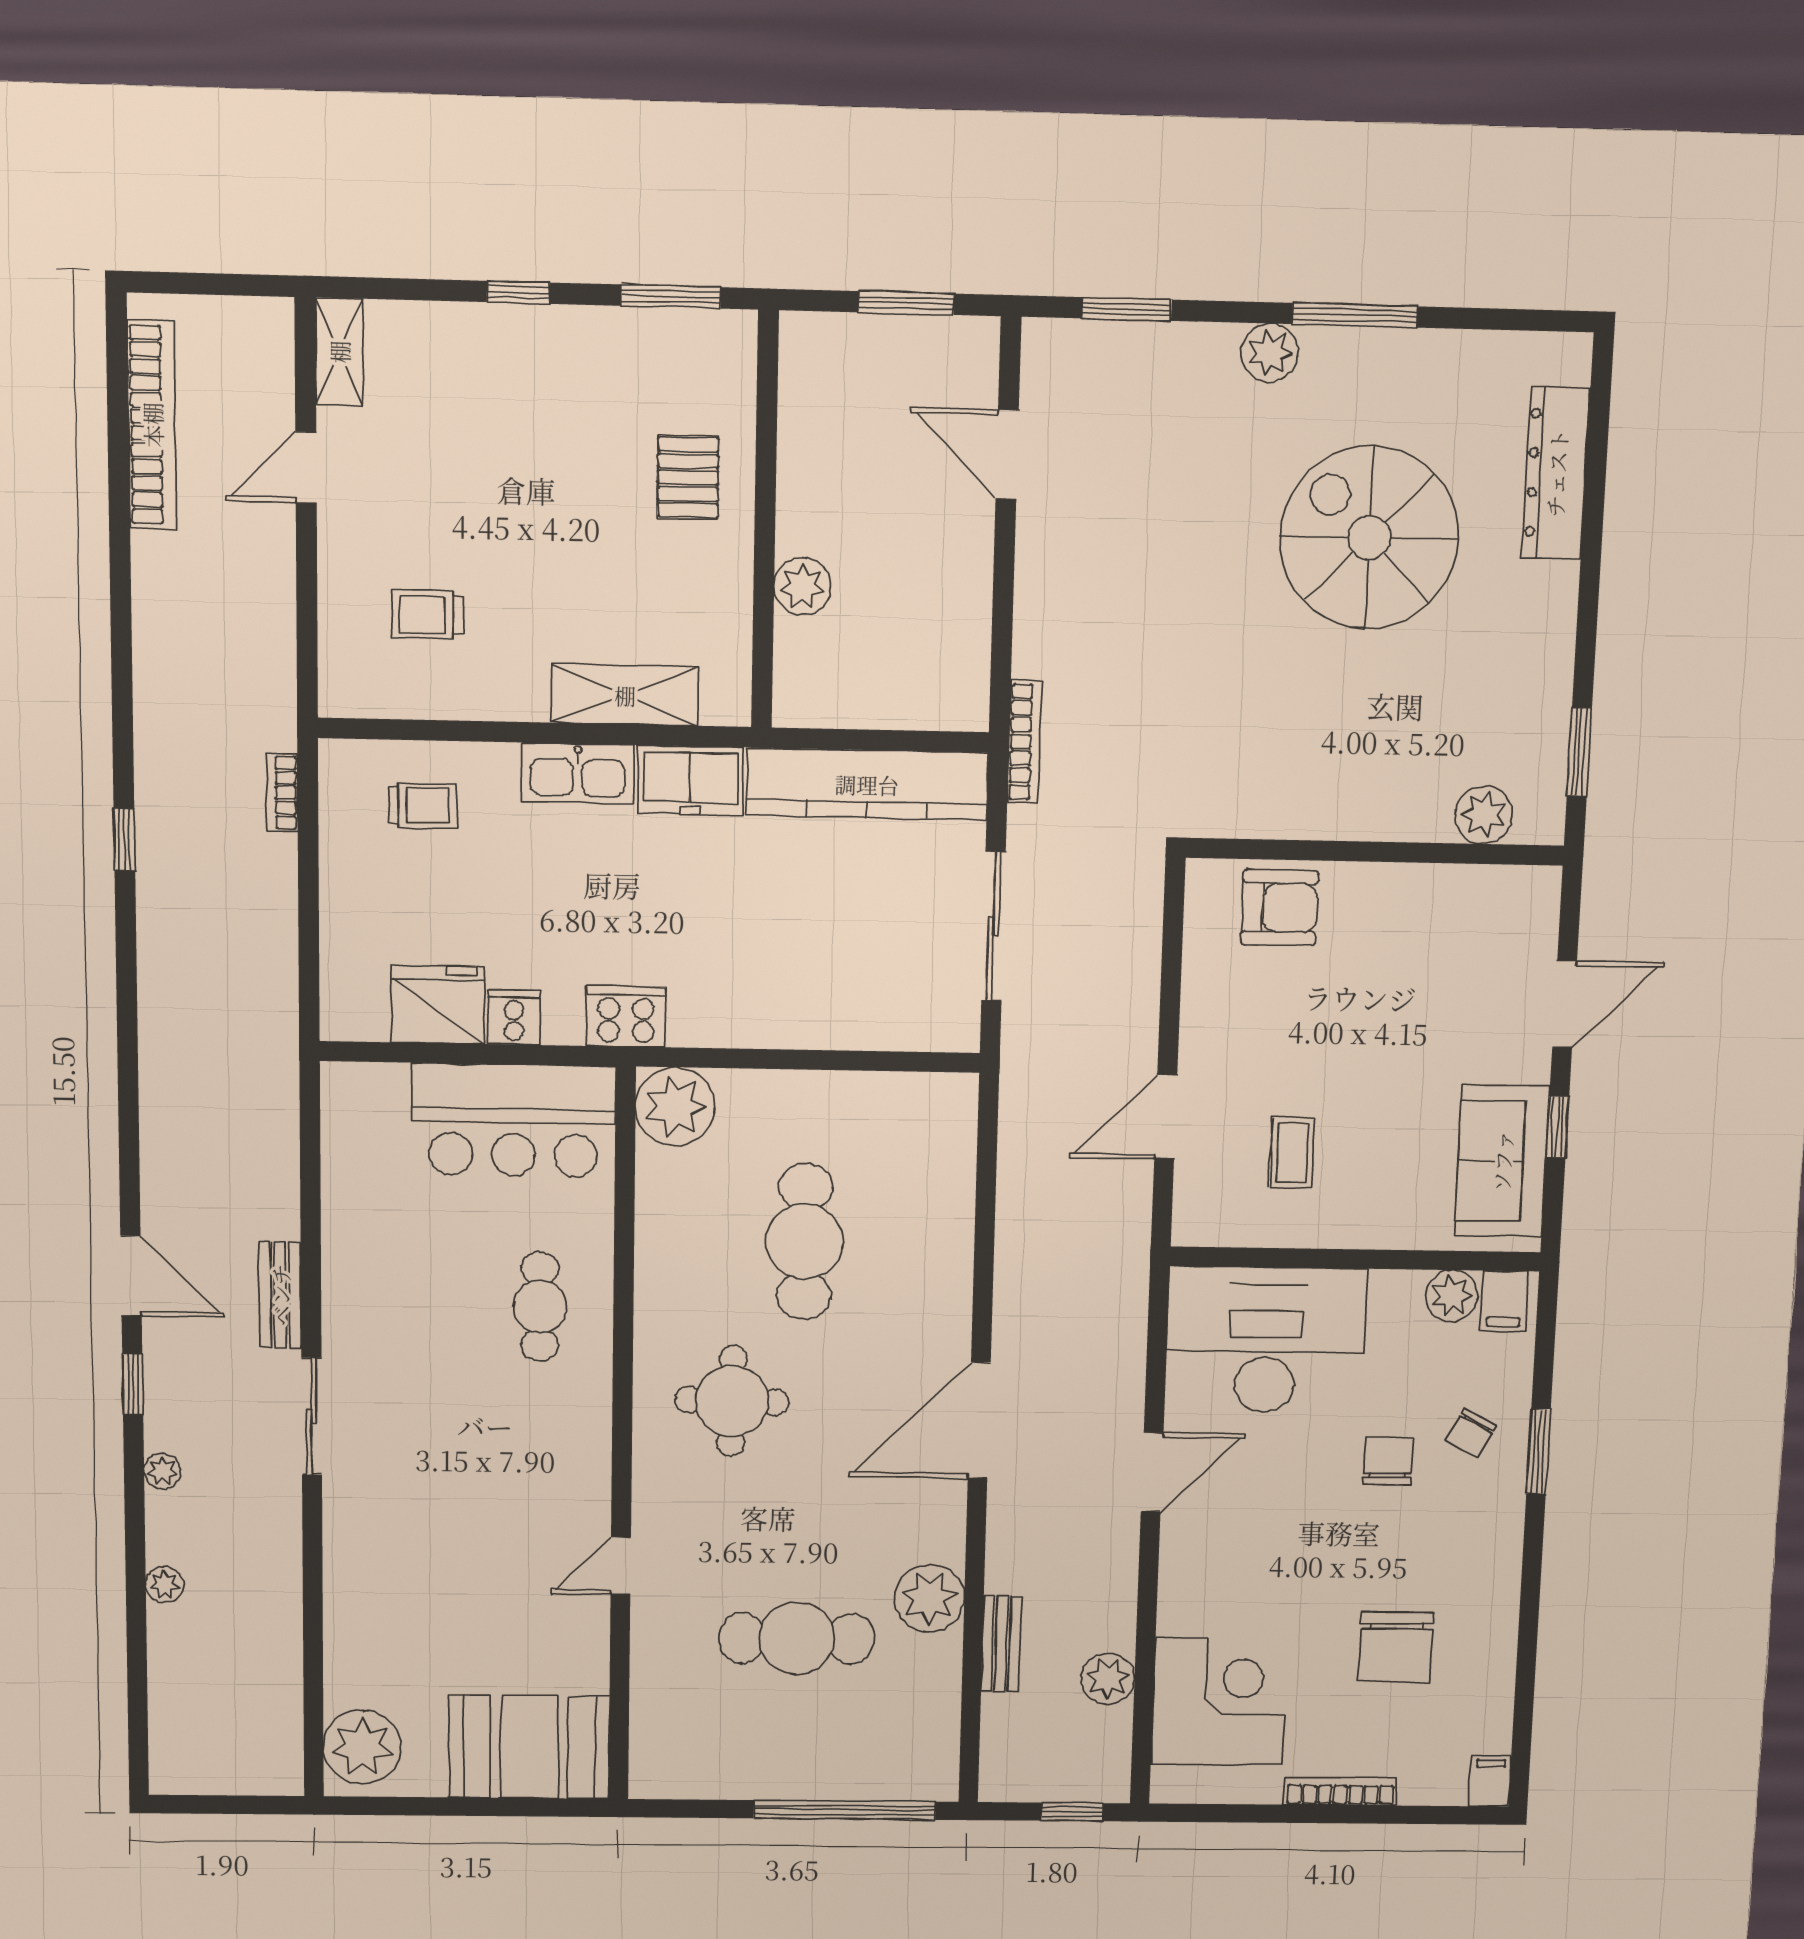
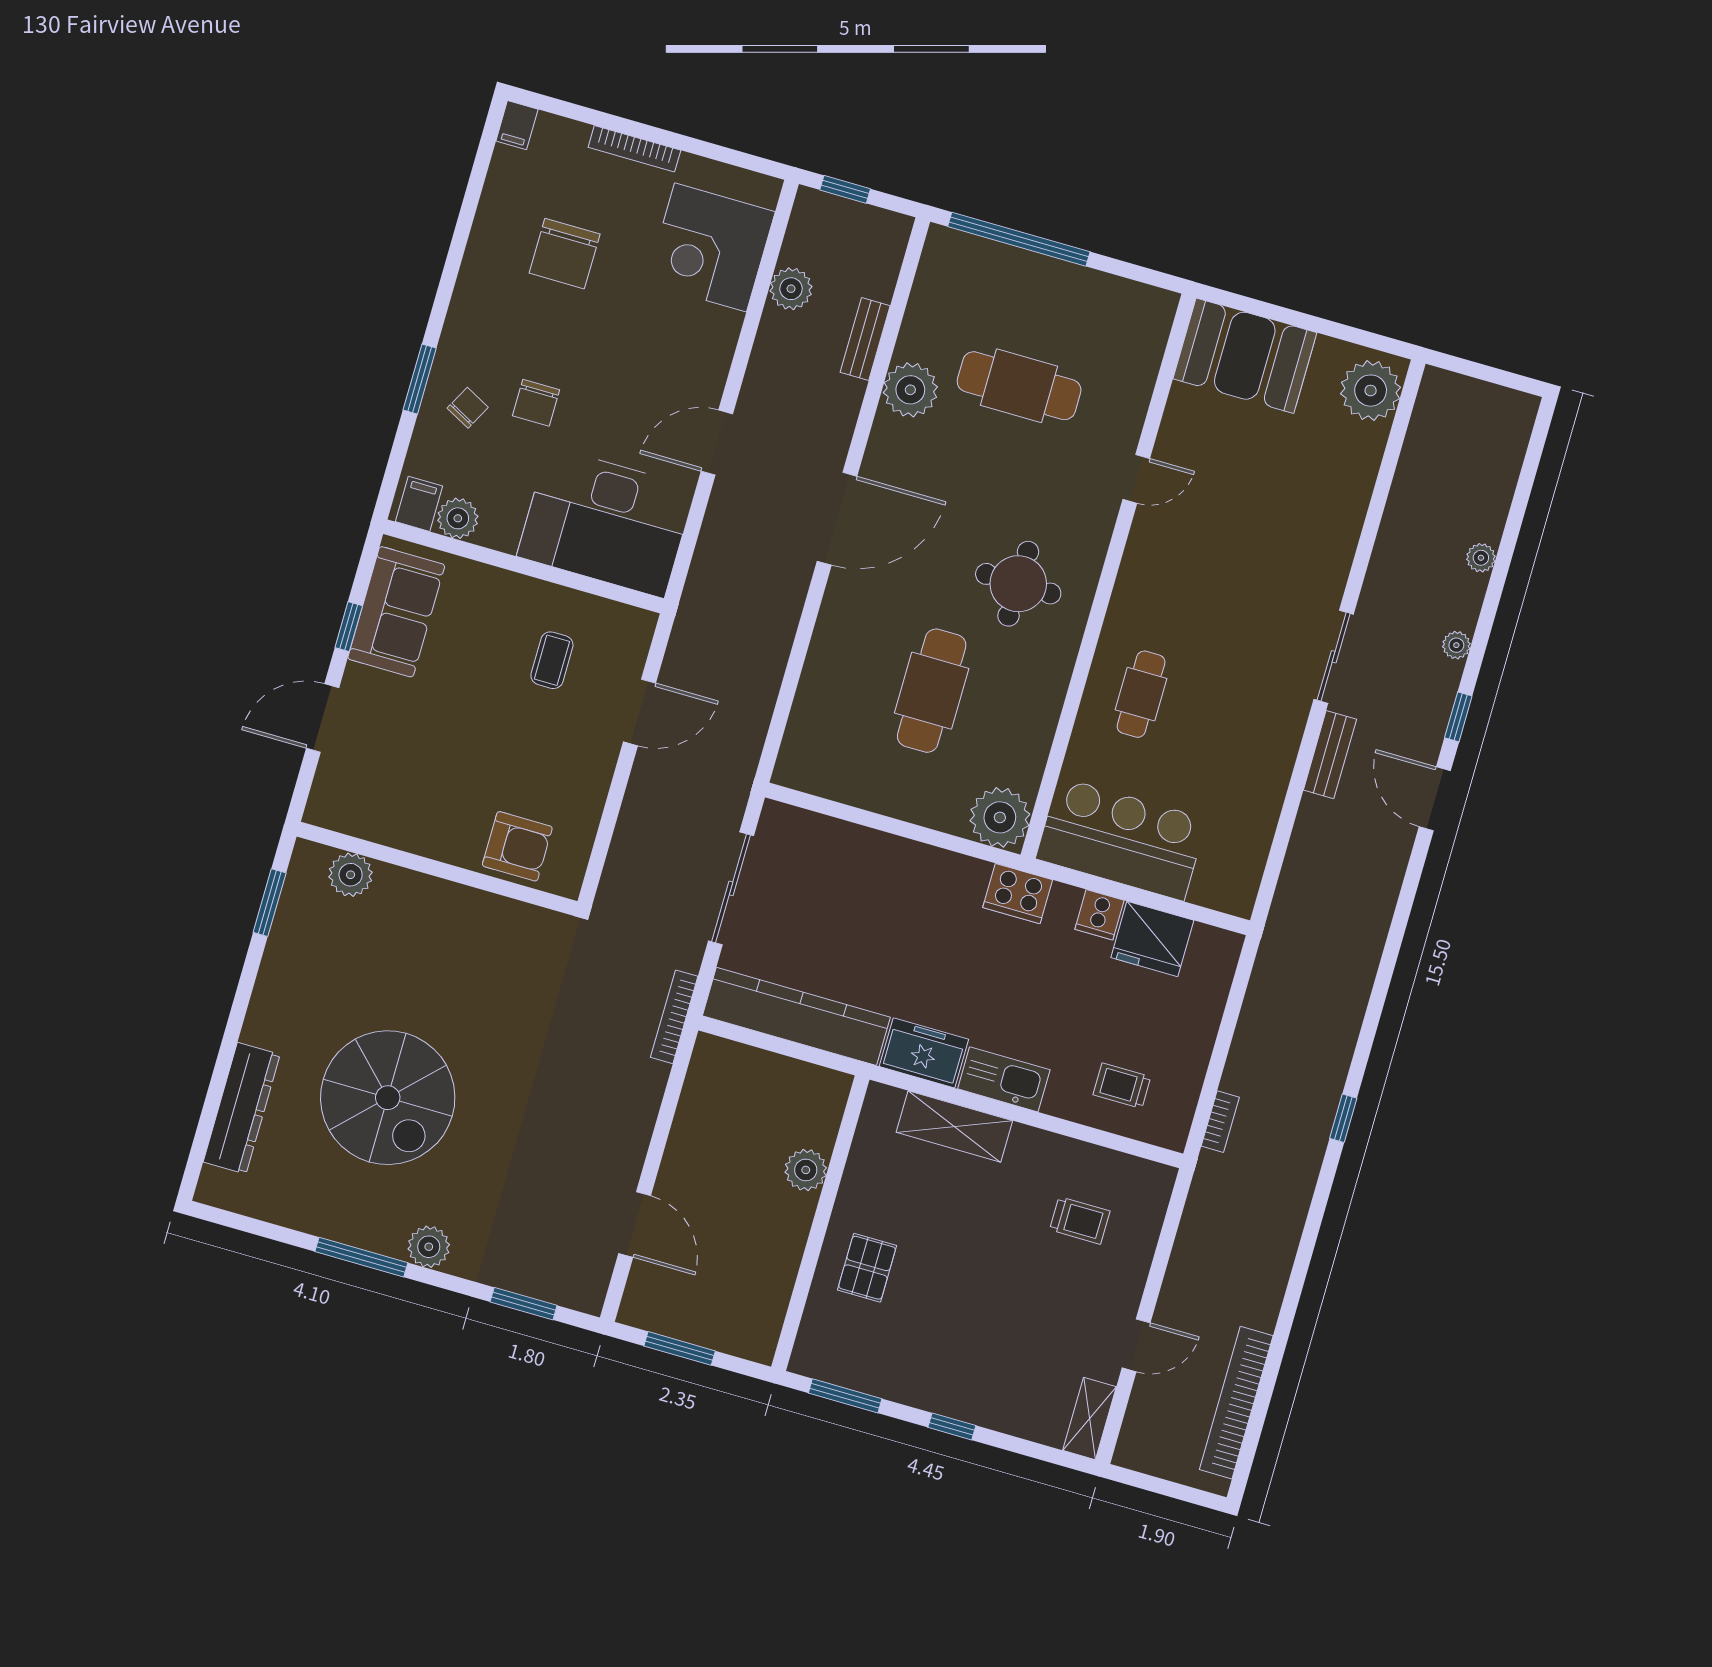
armchair: (1279, 908) -> (517, 846), turned 180
chair: (1396, 1647) -> (565, 254), turned 180

